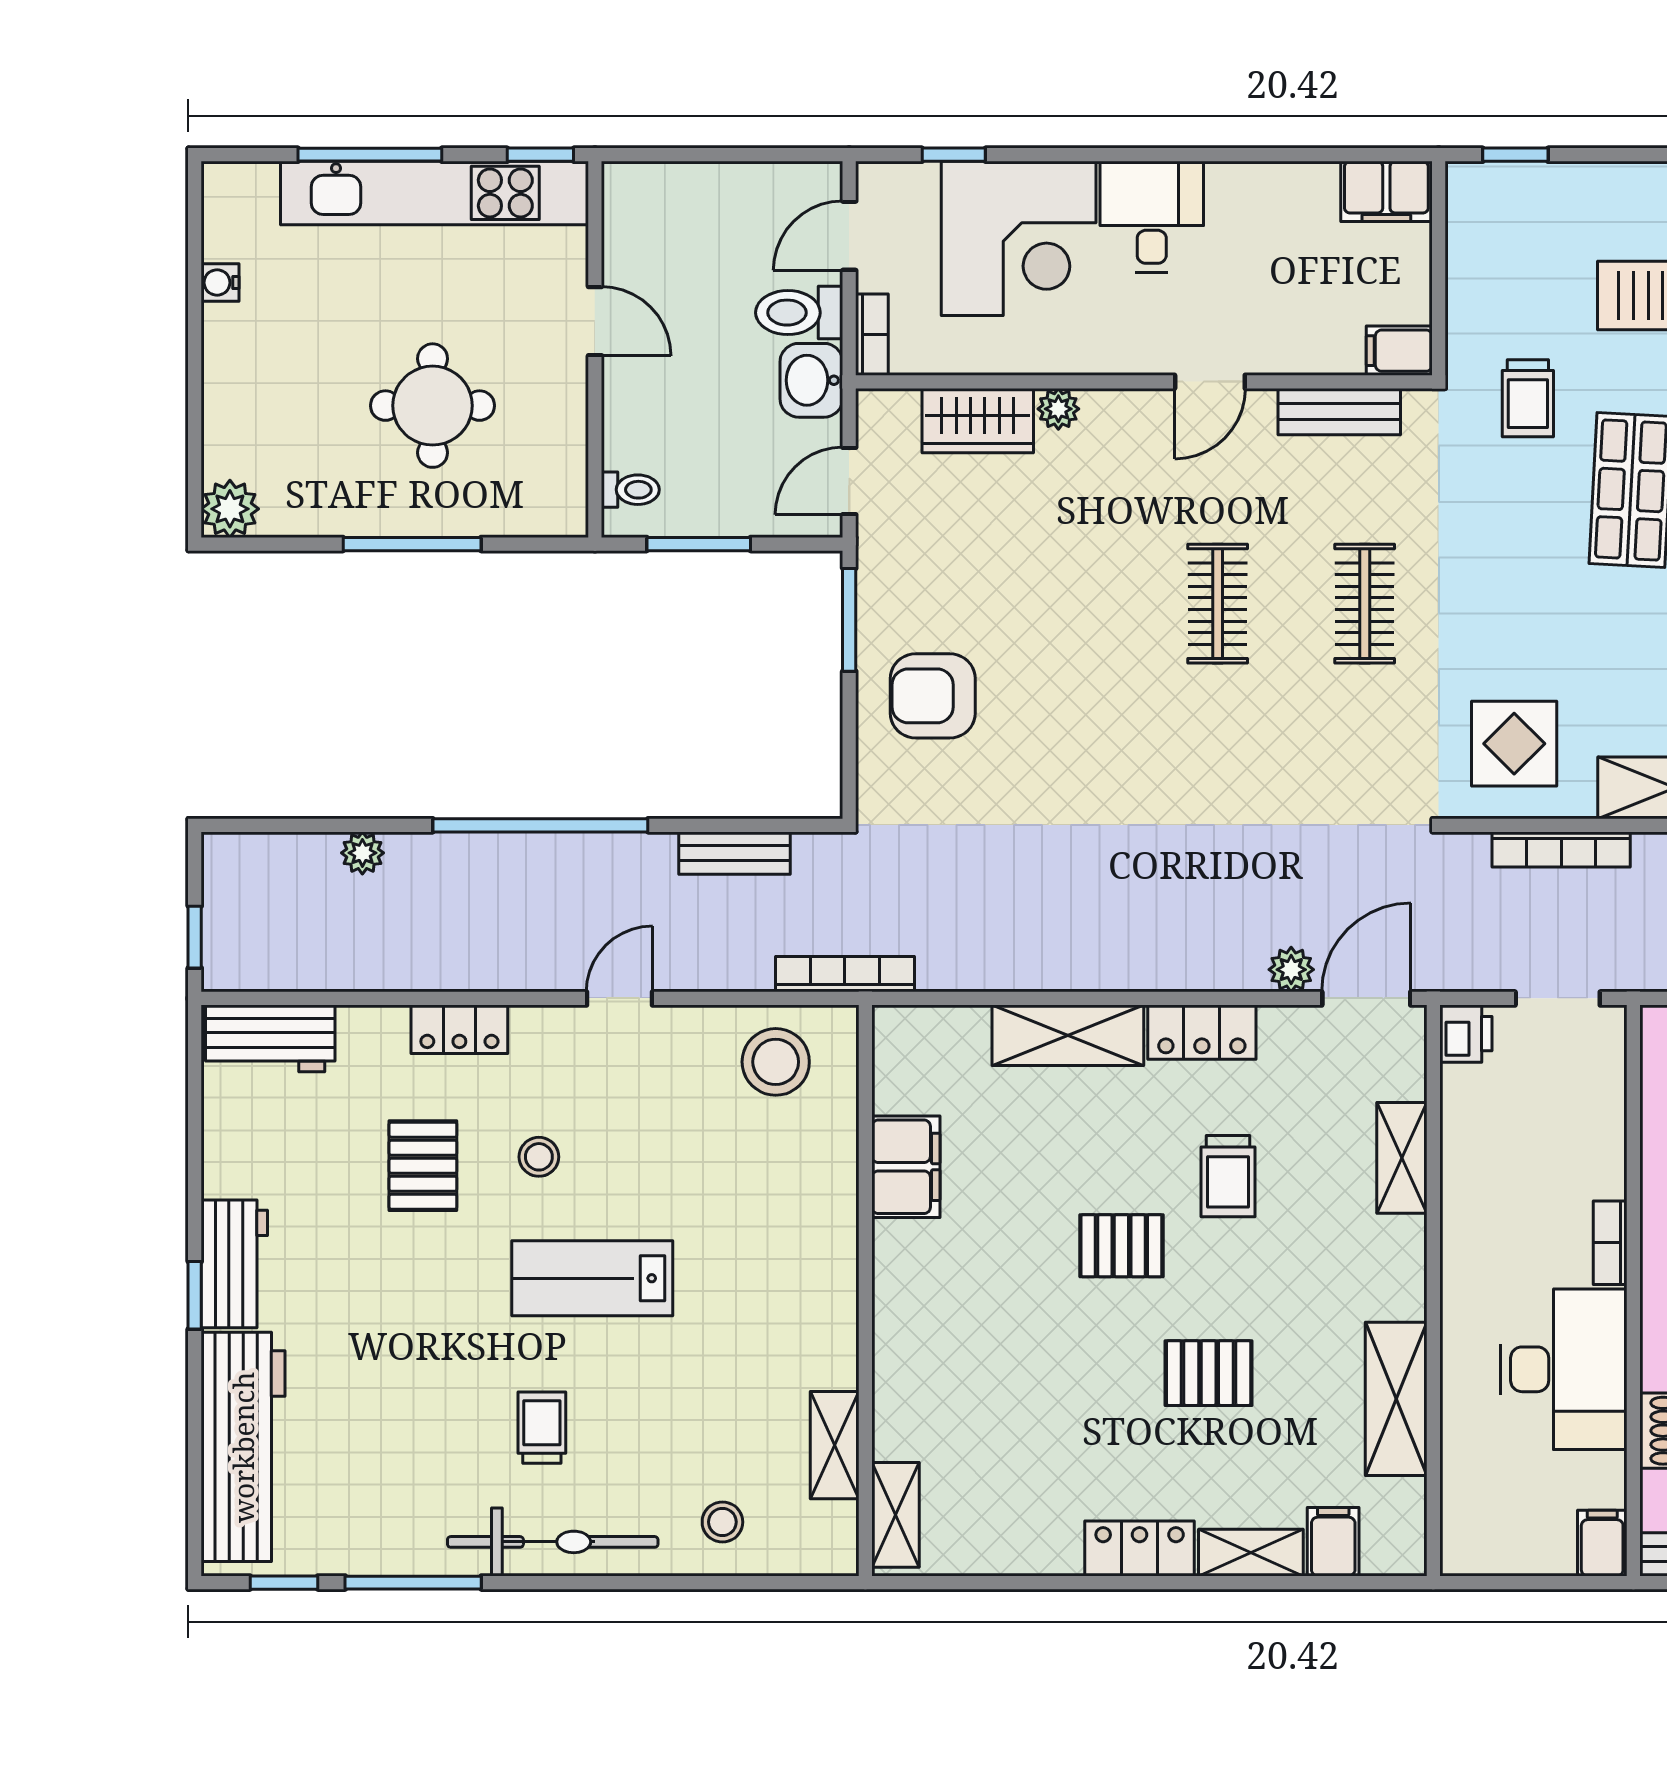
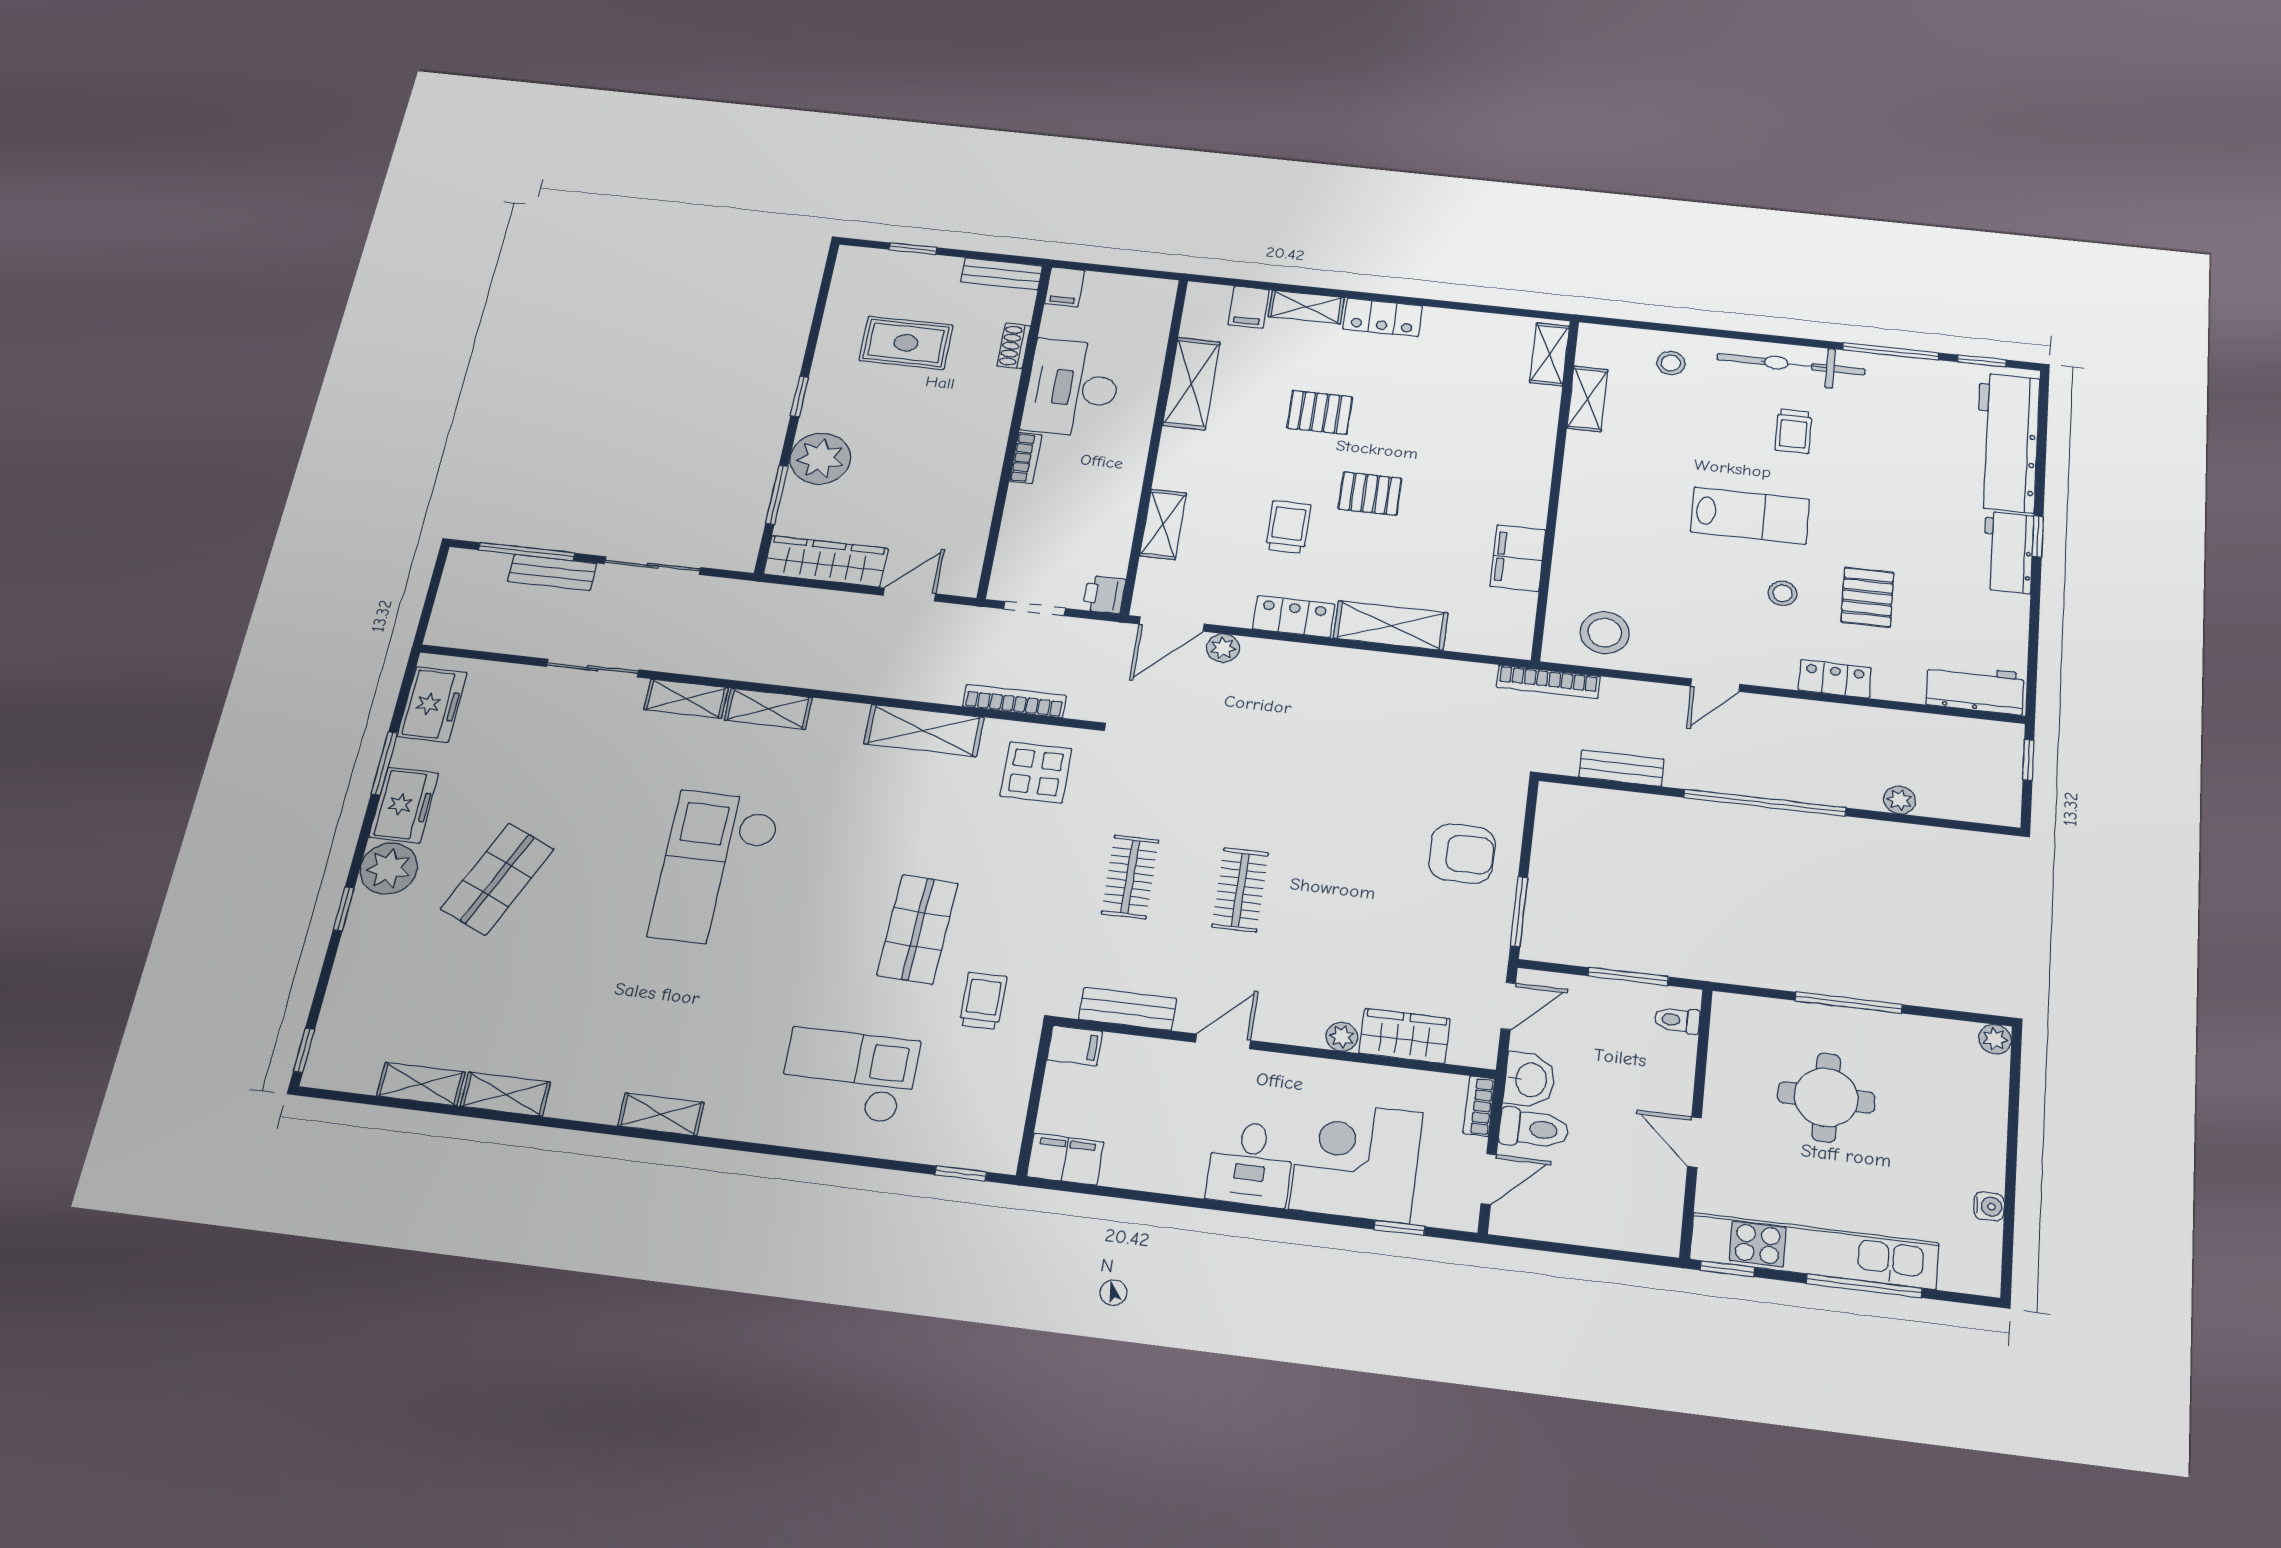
plant: (230, 509) -> (1995, 1039), width x0.73, depth x0.73

